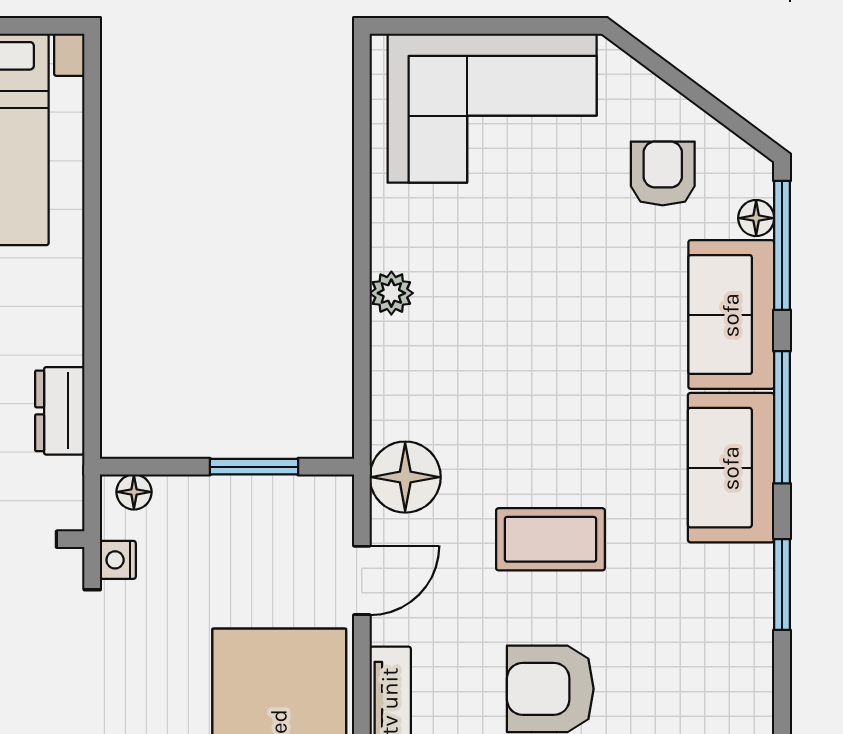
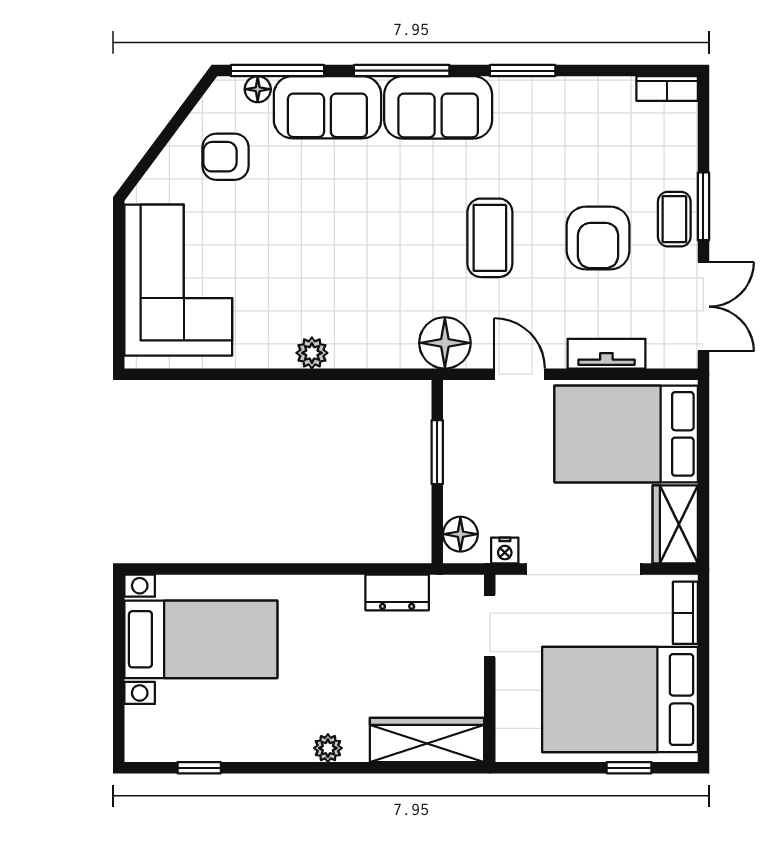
floor lamp: (134, 492) -> (460, 534), width x1.37, depth x1.37

